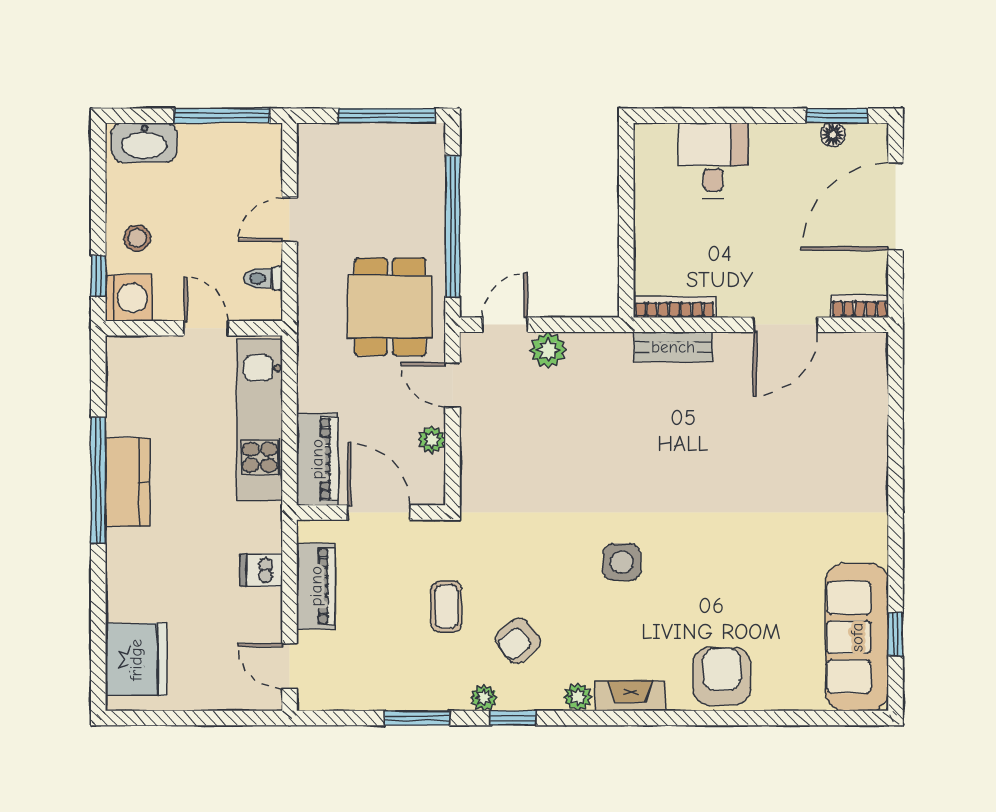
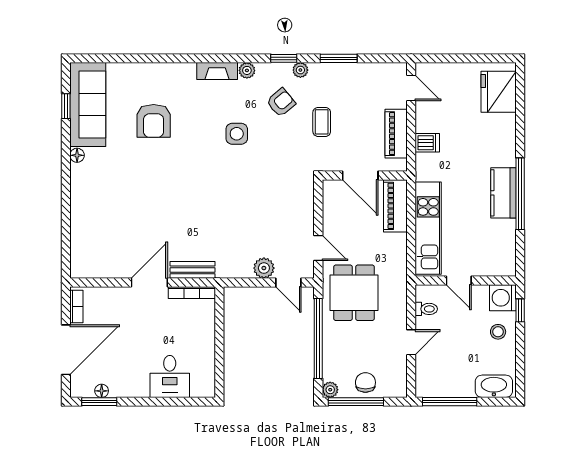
chair: (370, 149) -> (365, 382), added
bookcase: (860, 306) -> (76, 307), moved, turned -90
door: (505, 325) -> (288, 282), hinge flipped
door: (785, 325) -> (149, 282), moved
plant: (432, 440) -> (330, 390), moved
floor lamp: (876, 548) -> (77, 155), added
side table: (622, 562) -> (237, 134), moved
armchair: (722, 676) -> (154, 121), moved

